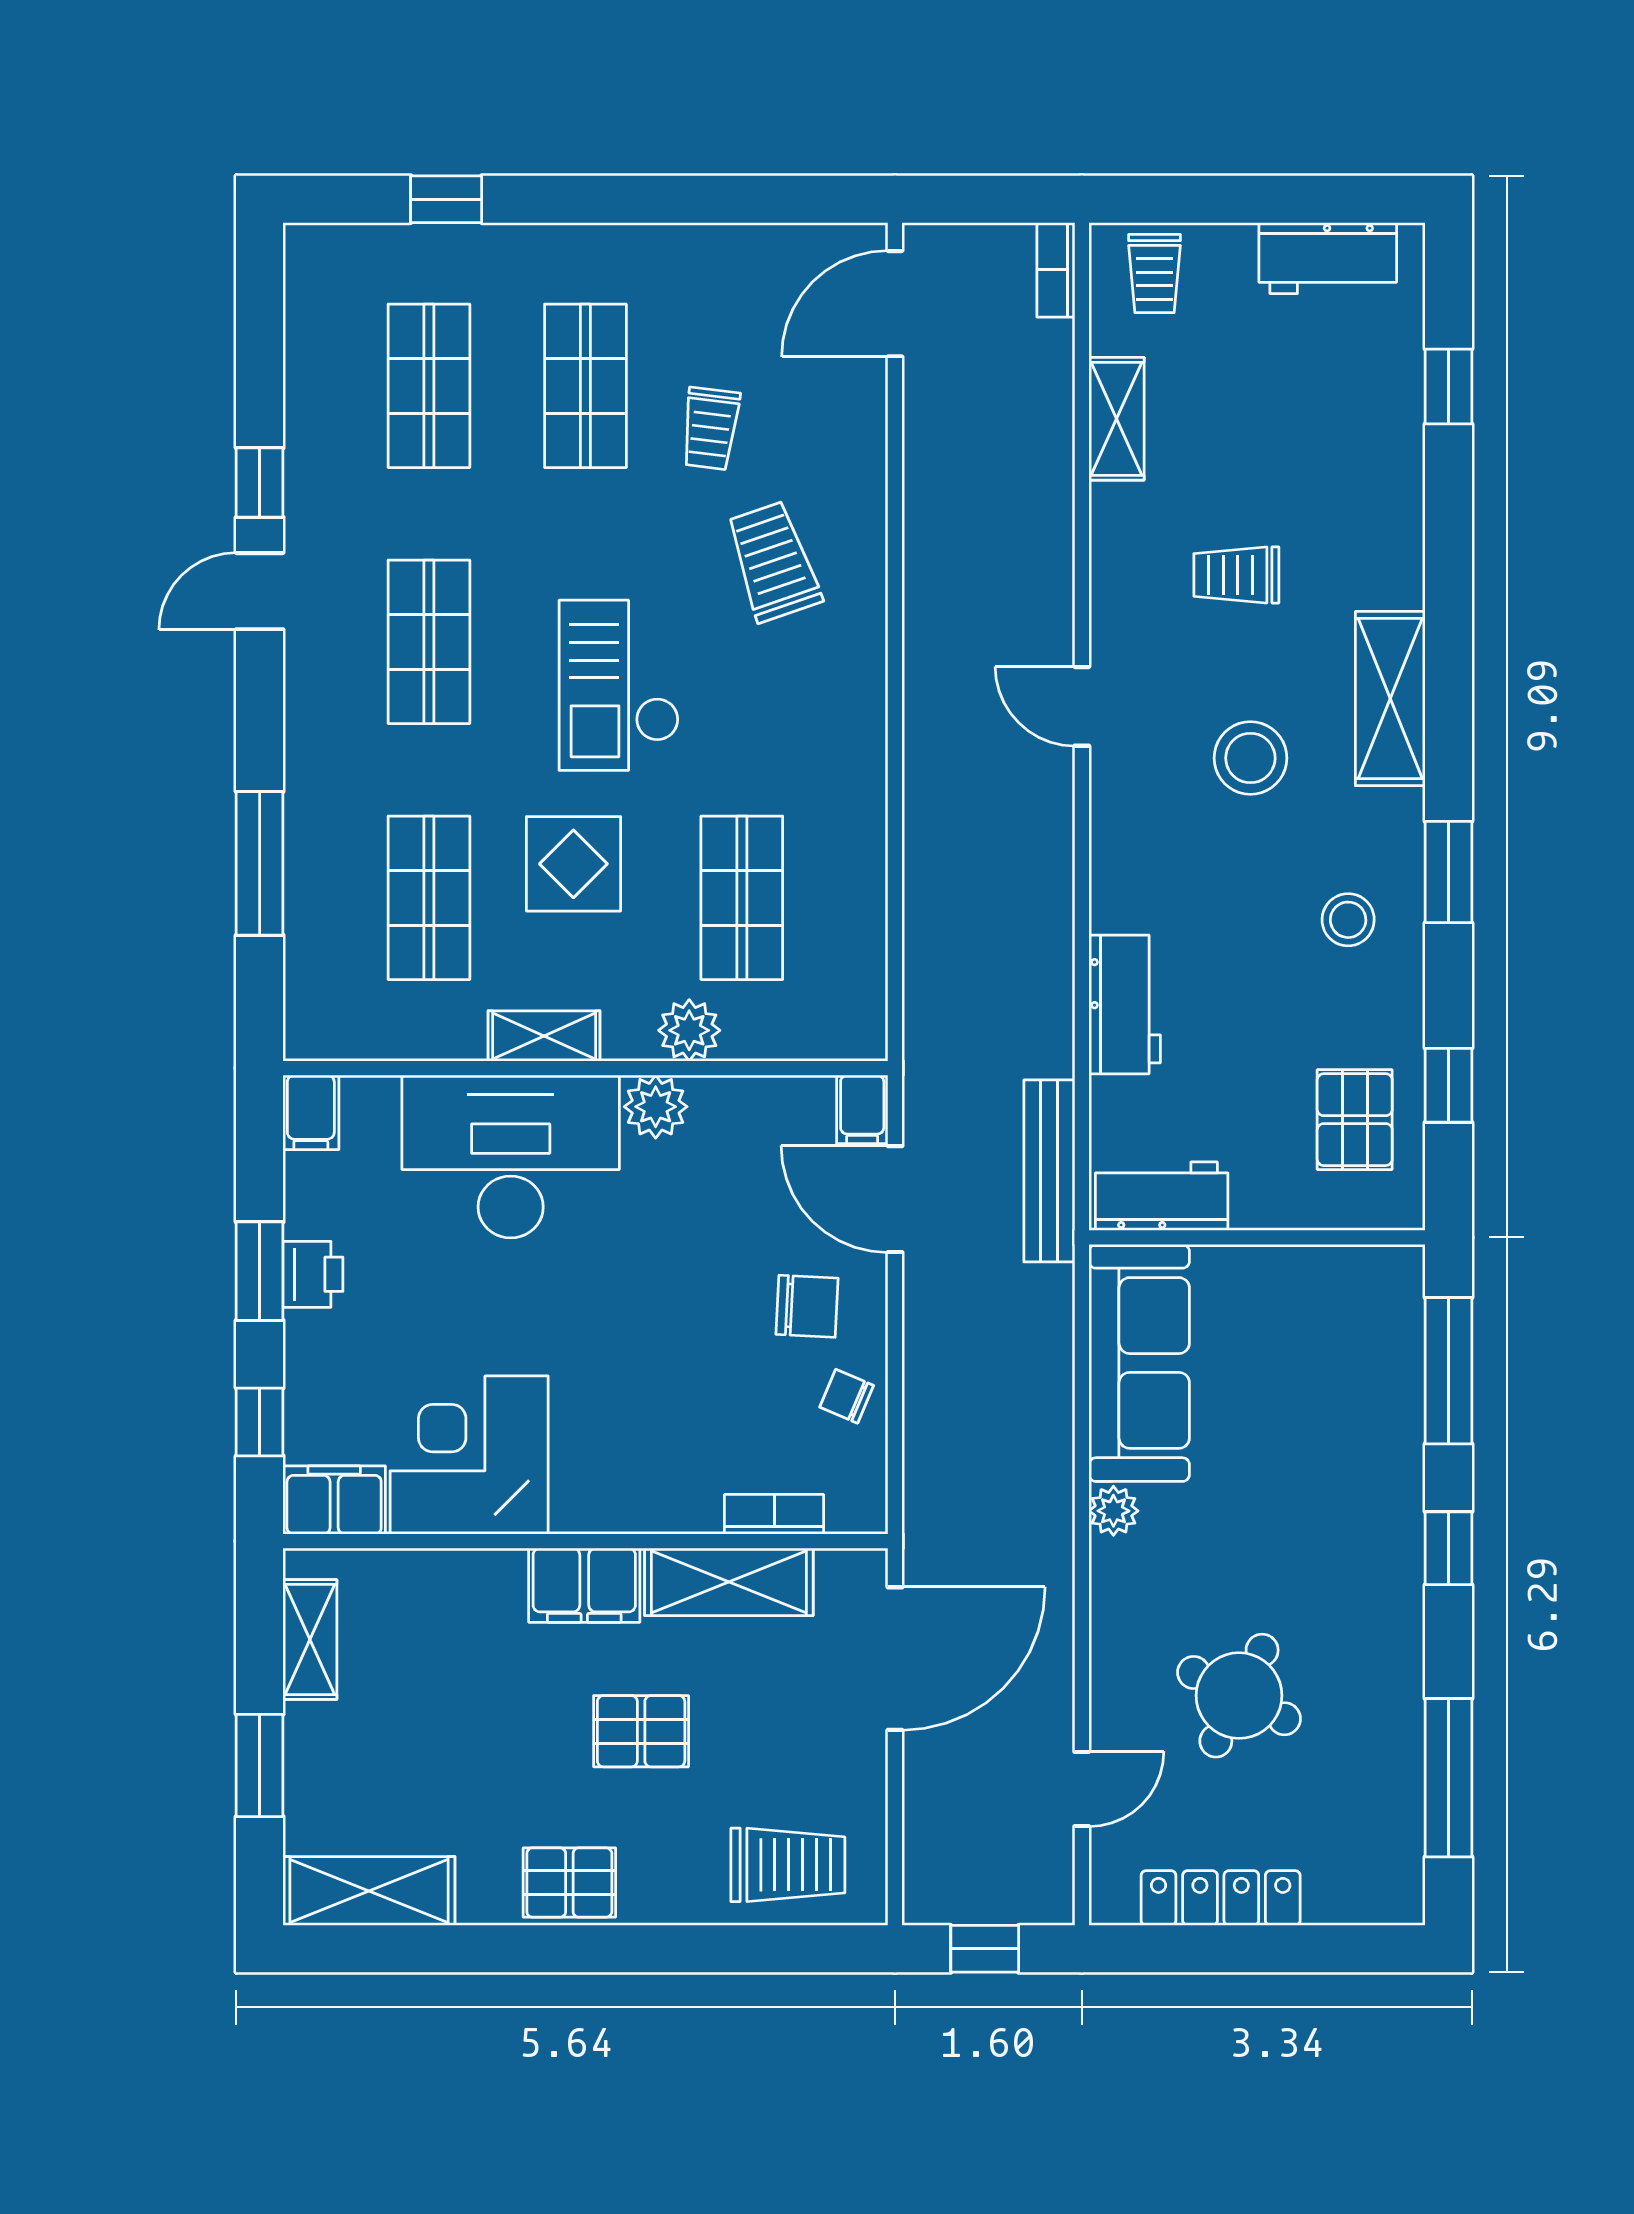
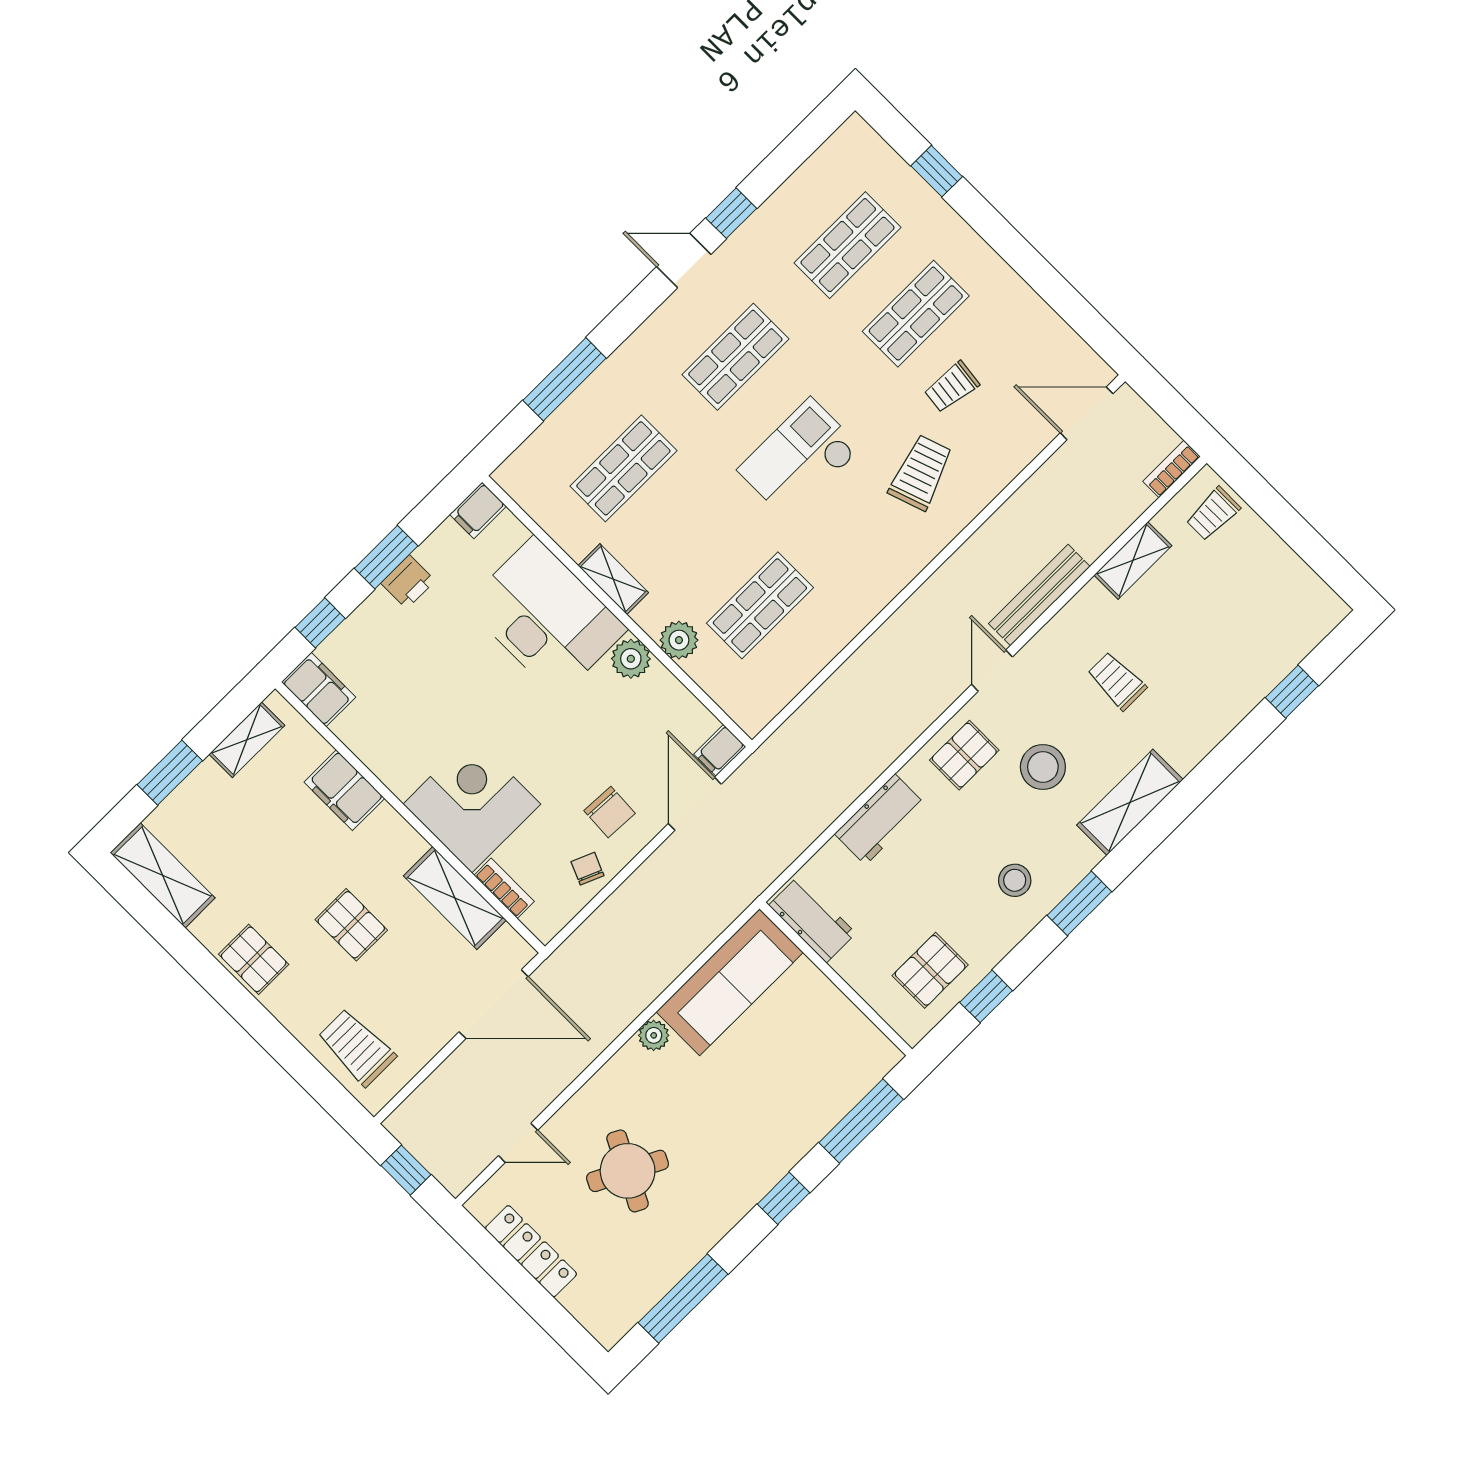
workbench: (1328, 258) -> (1295, 583), removed
pallet: (1147, 835) -> (964, 755), added
display table: (573, 864) -> (701, 517), removed
bench: (1049, 1171) -> (1039, 595), moved
corner desk: (469, 1455) -> (472, 804), moved
filing cabinet: (584, 1585) -> (344, 790), moved
trolley: (788, 1865) -> (357, 1047), turned 180

